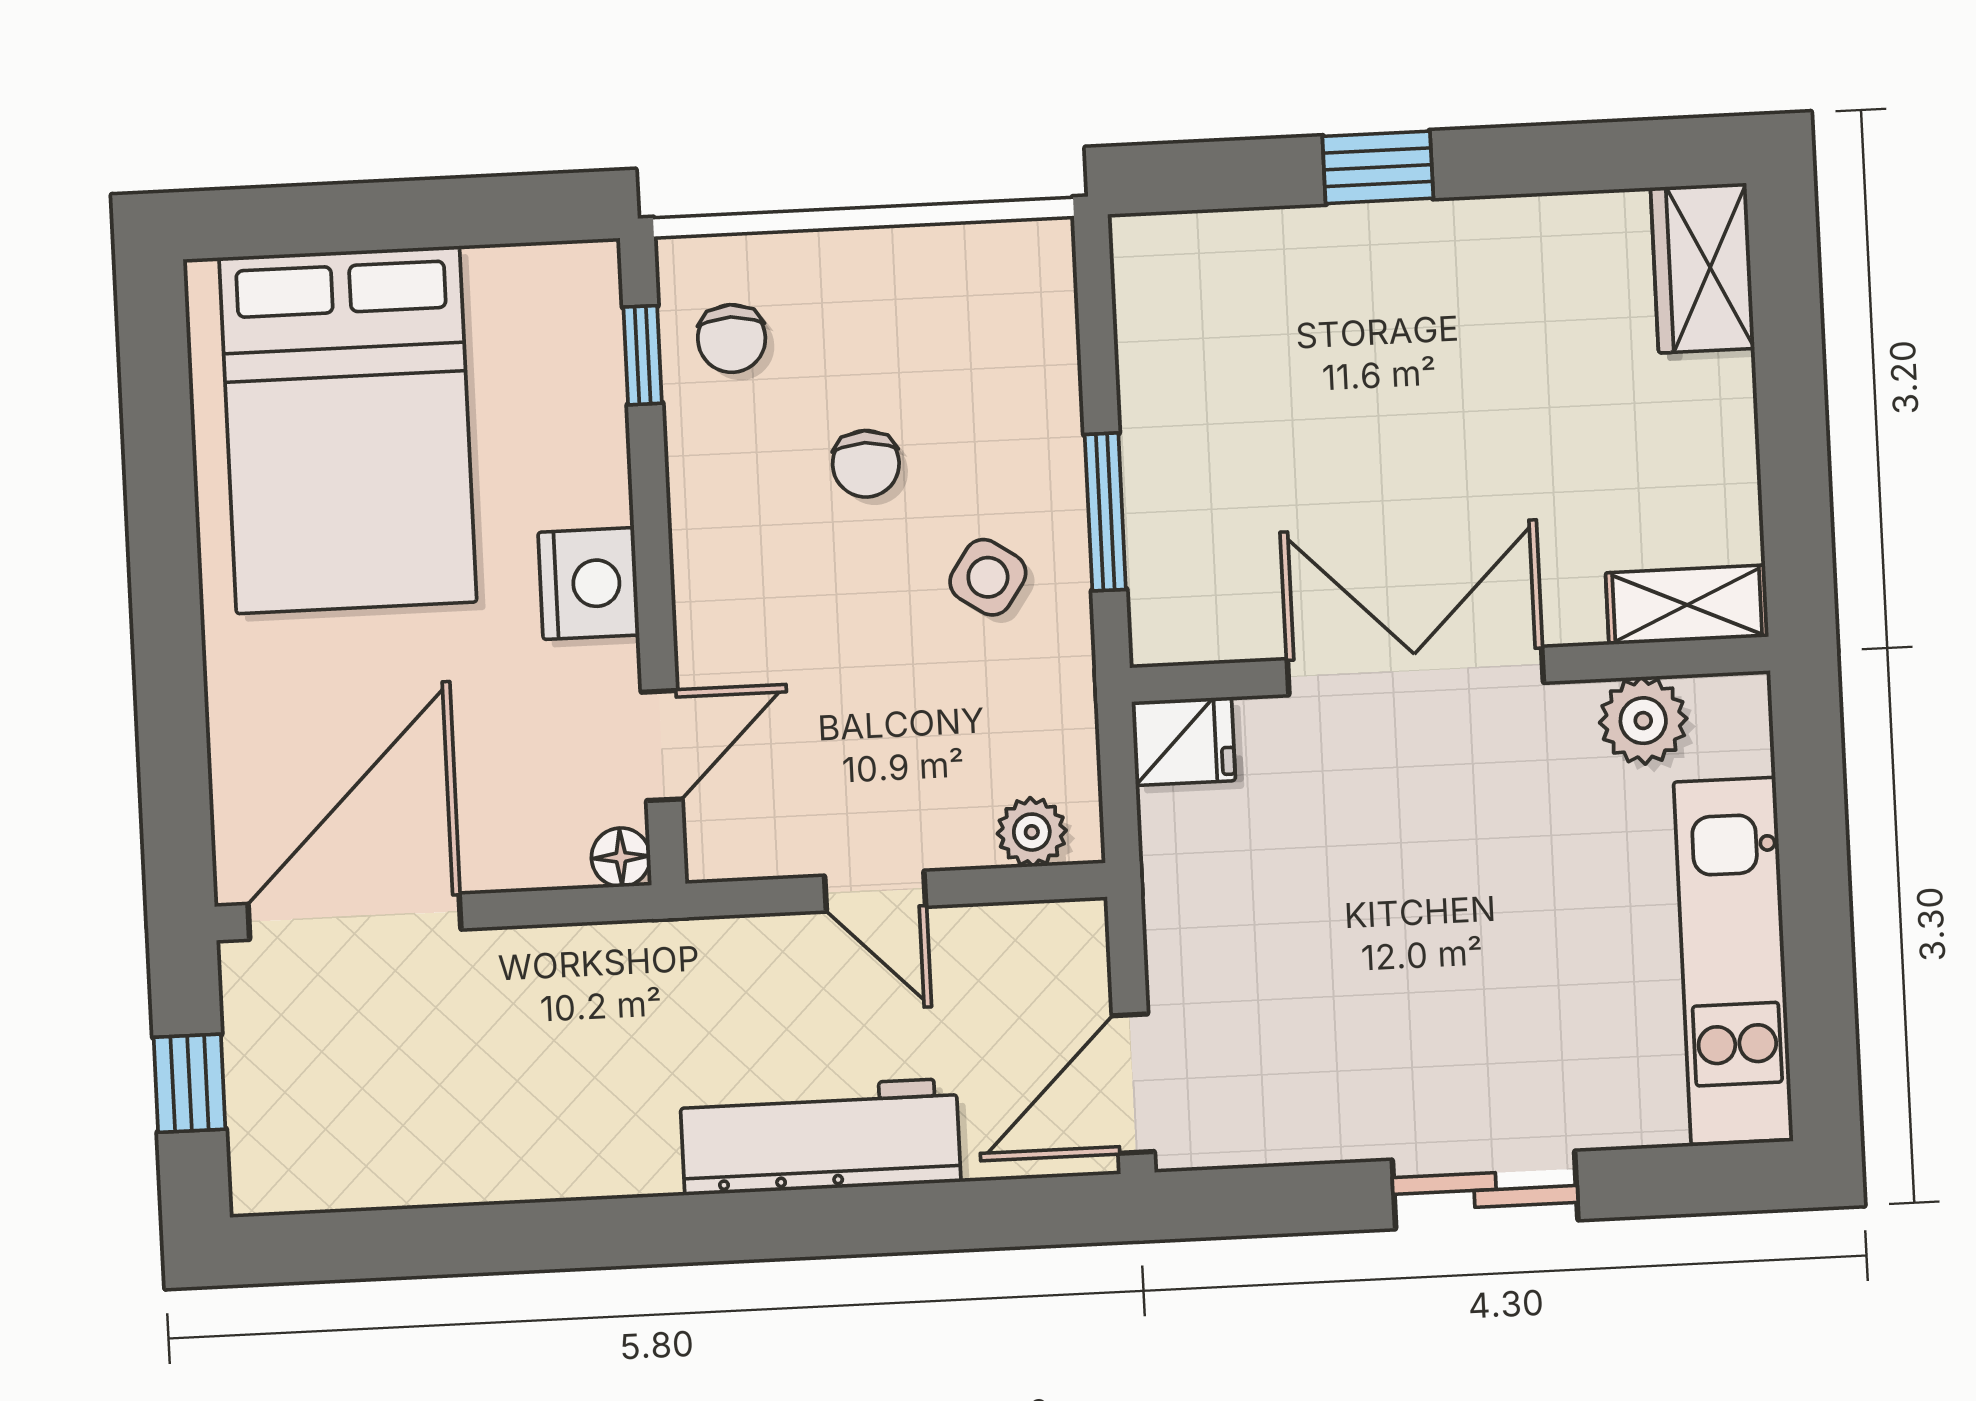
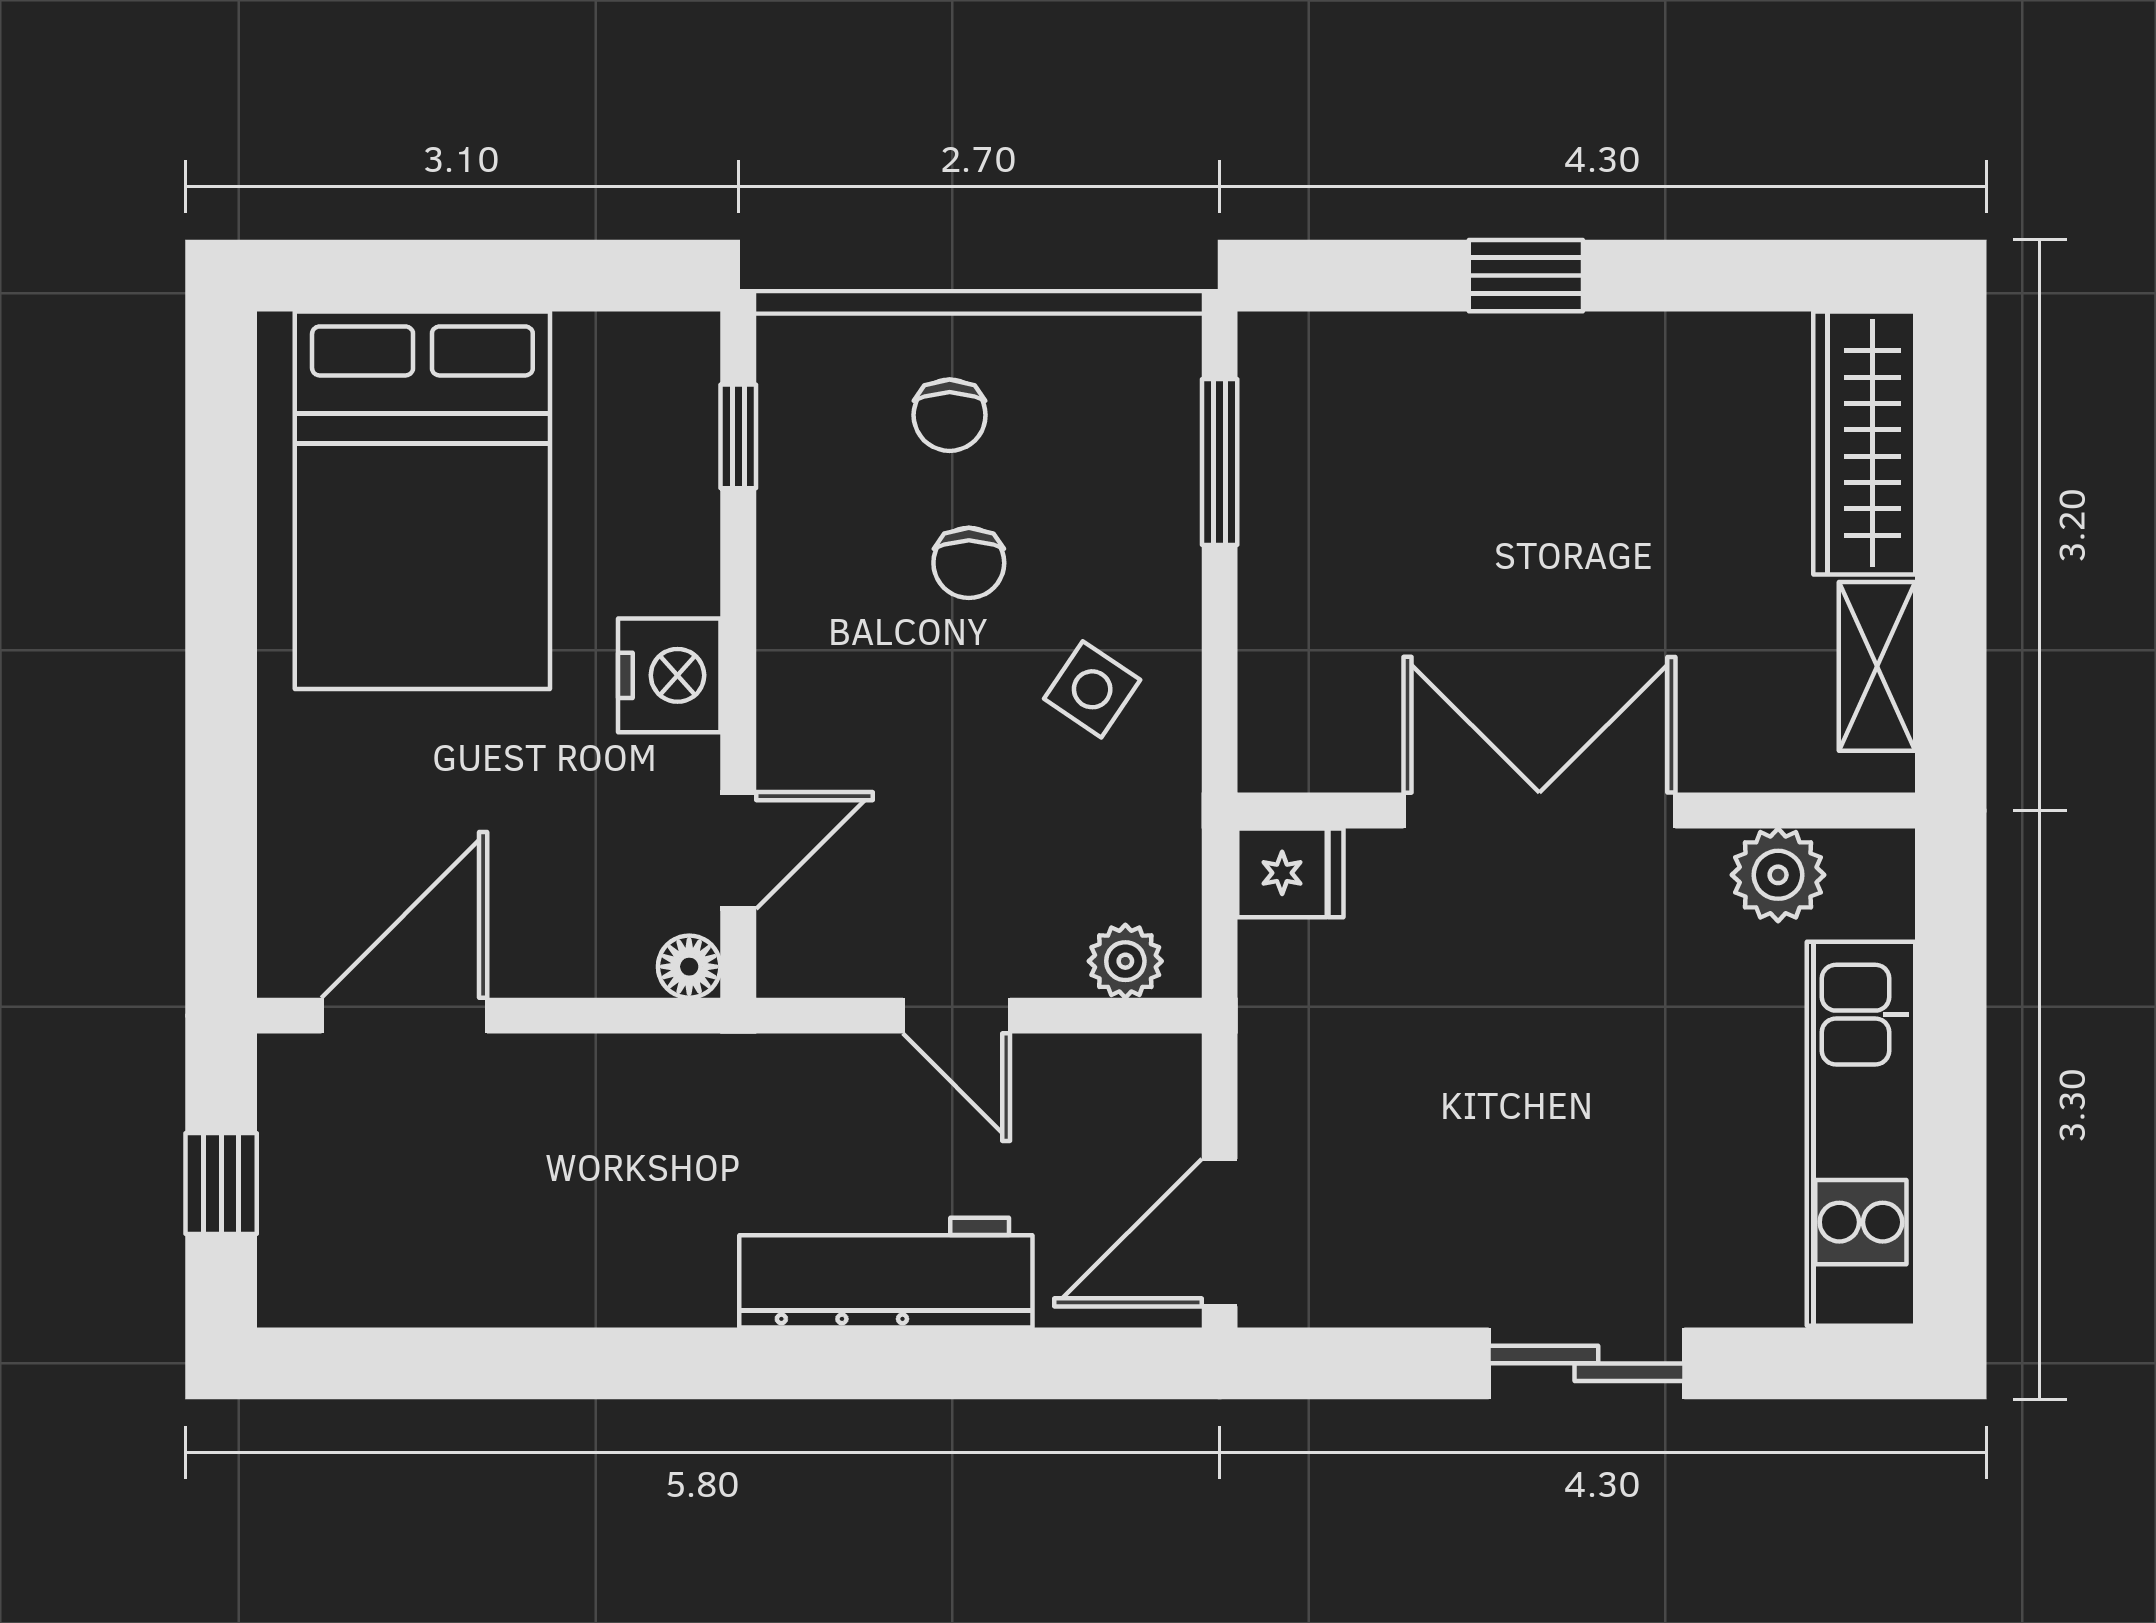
wardrobe: (1702, 268) -> (1864, 443), width x1.50
chair: (732, 338) -> (950, 415), moved
window: (1105, 512) -> (1220, 462), moved
shelving: (1687, 605) -> (1877, 666), moved, turned 90
door: (354, 917) -> (404, 1016), width x0.73

